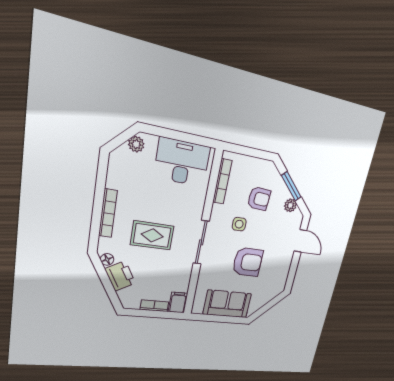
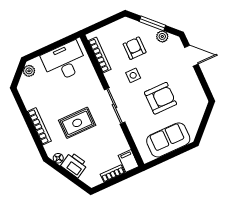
armchair: (259, 199) -> (135, 48), turned -93

